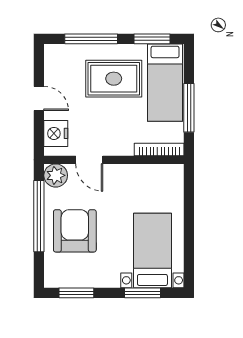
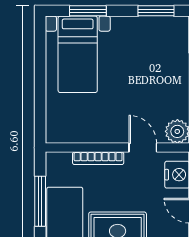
bookcase: (159, 149) -> (98, 158), moved
armchair: (75, 231) -> (158, 74), removed

